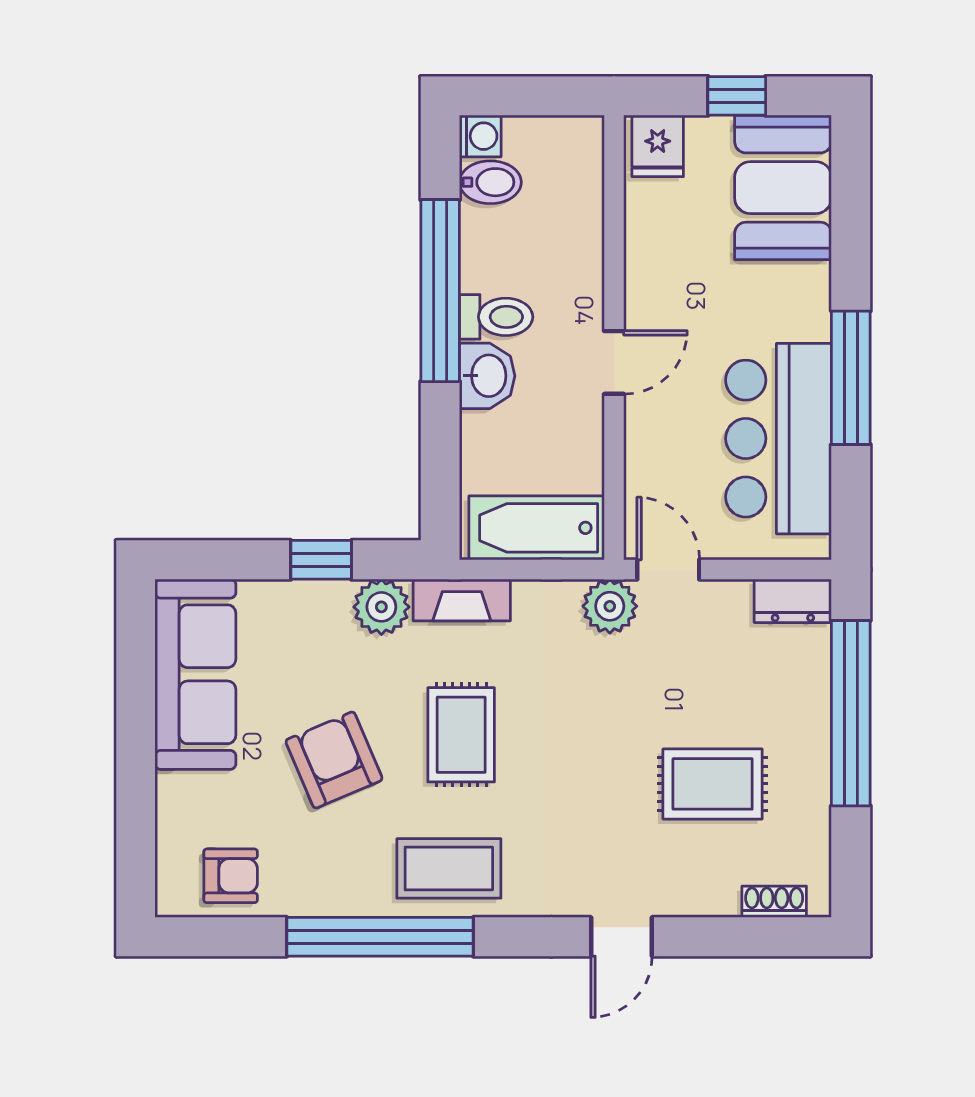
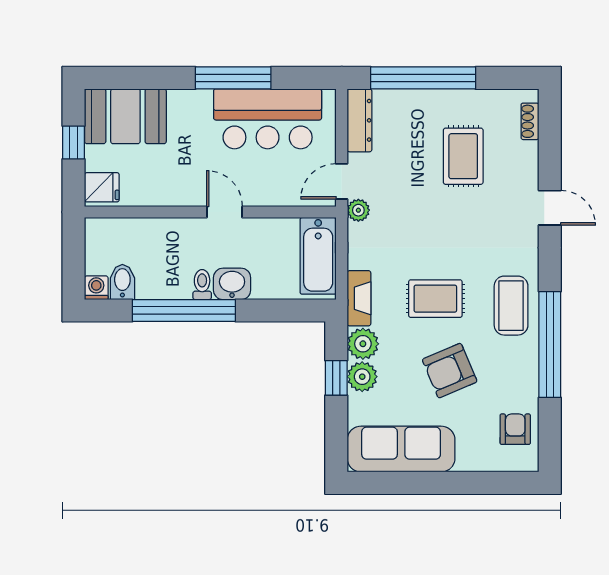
toilet: (496, 317) -> (202, 285), width x0.73, depth x0.72
dresser: (793, 601) -> (359, 120), width x1.44
plant: (323, 606) -> (362, 377), added
plant: (610, 606) -> (358, 210), width x0.73, depth x0.73

